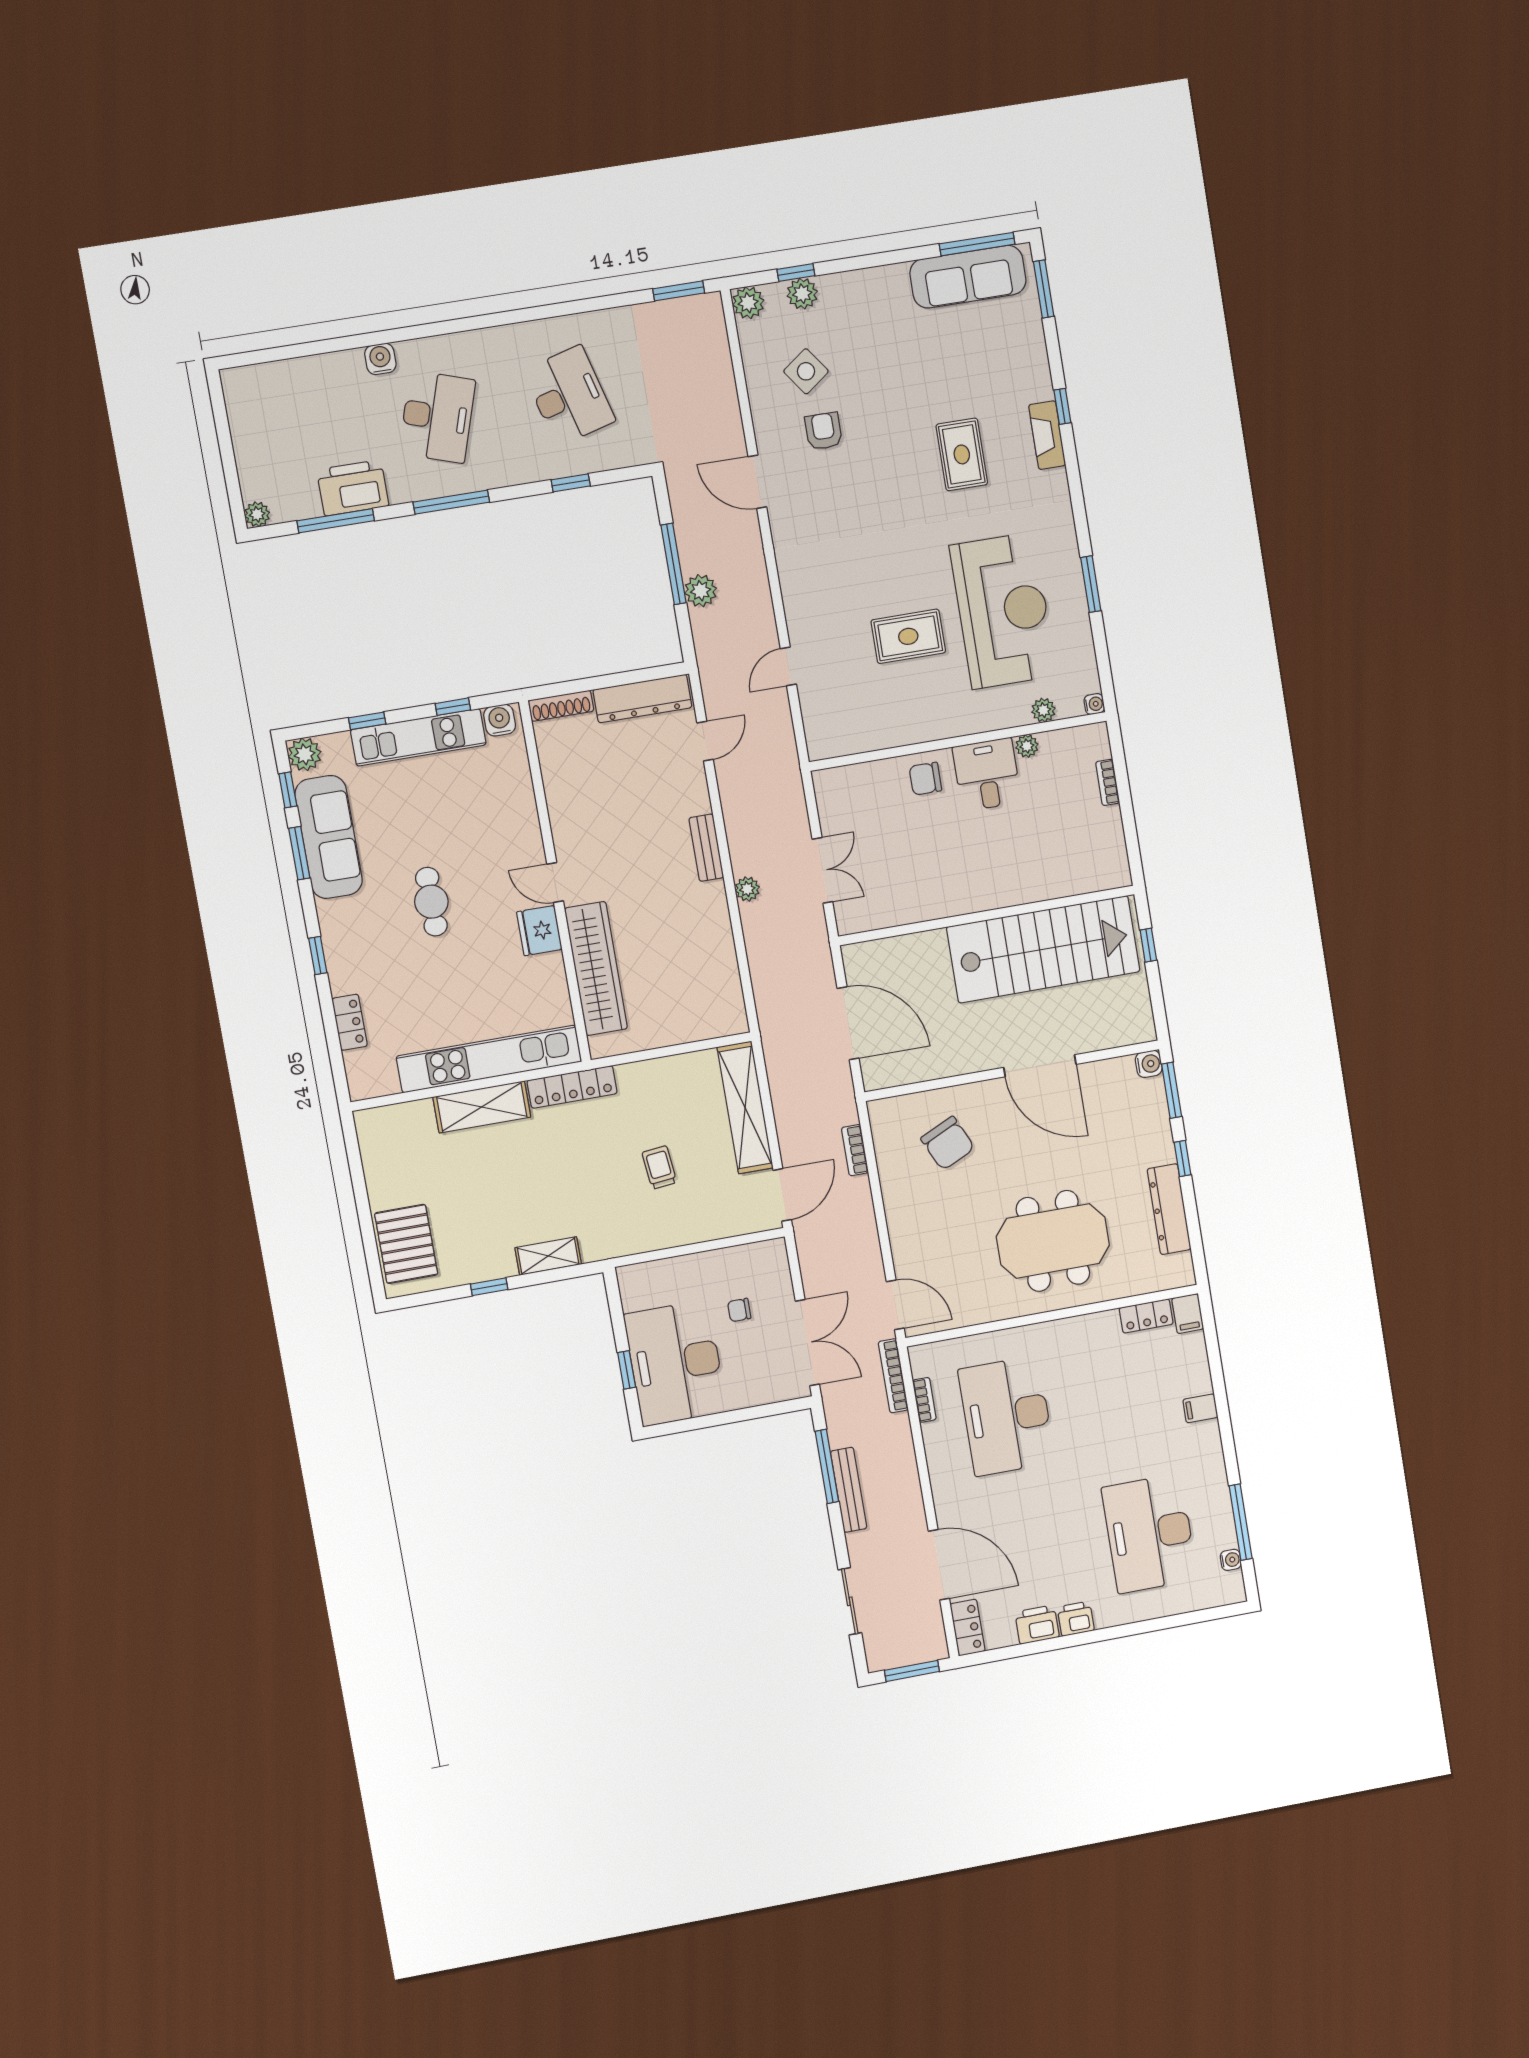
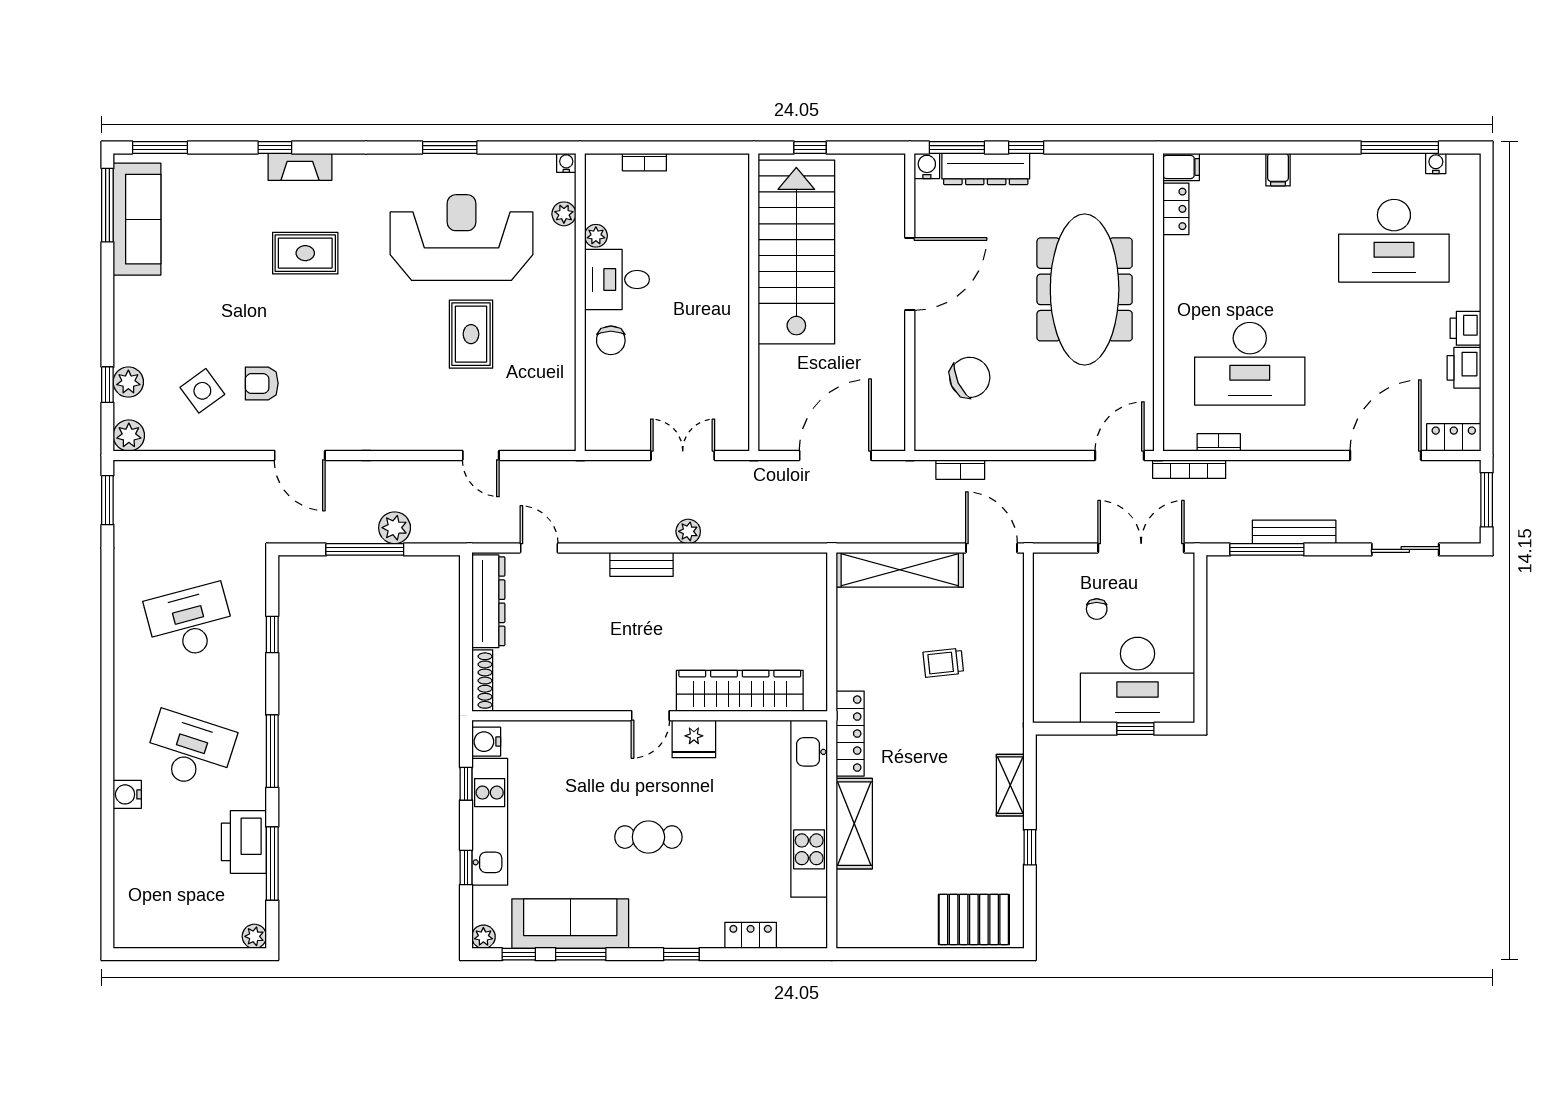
door: (757, 482) -> (300, 455), hinge flipped
plant: (305, 754) -> (483, 937), width x0.73, depth x0.73
dresser: (1169, 1209) -> (986, 169), moved
meeting table: (1053, 1241) -> (1085, 289), width x1.36

